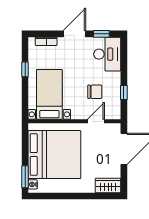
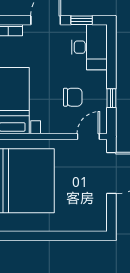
door: (96, 121) -> (88, 136), moved
wardrobe: (108, 186) -> (90, 222), removed

